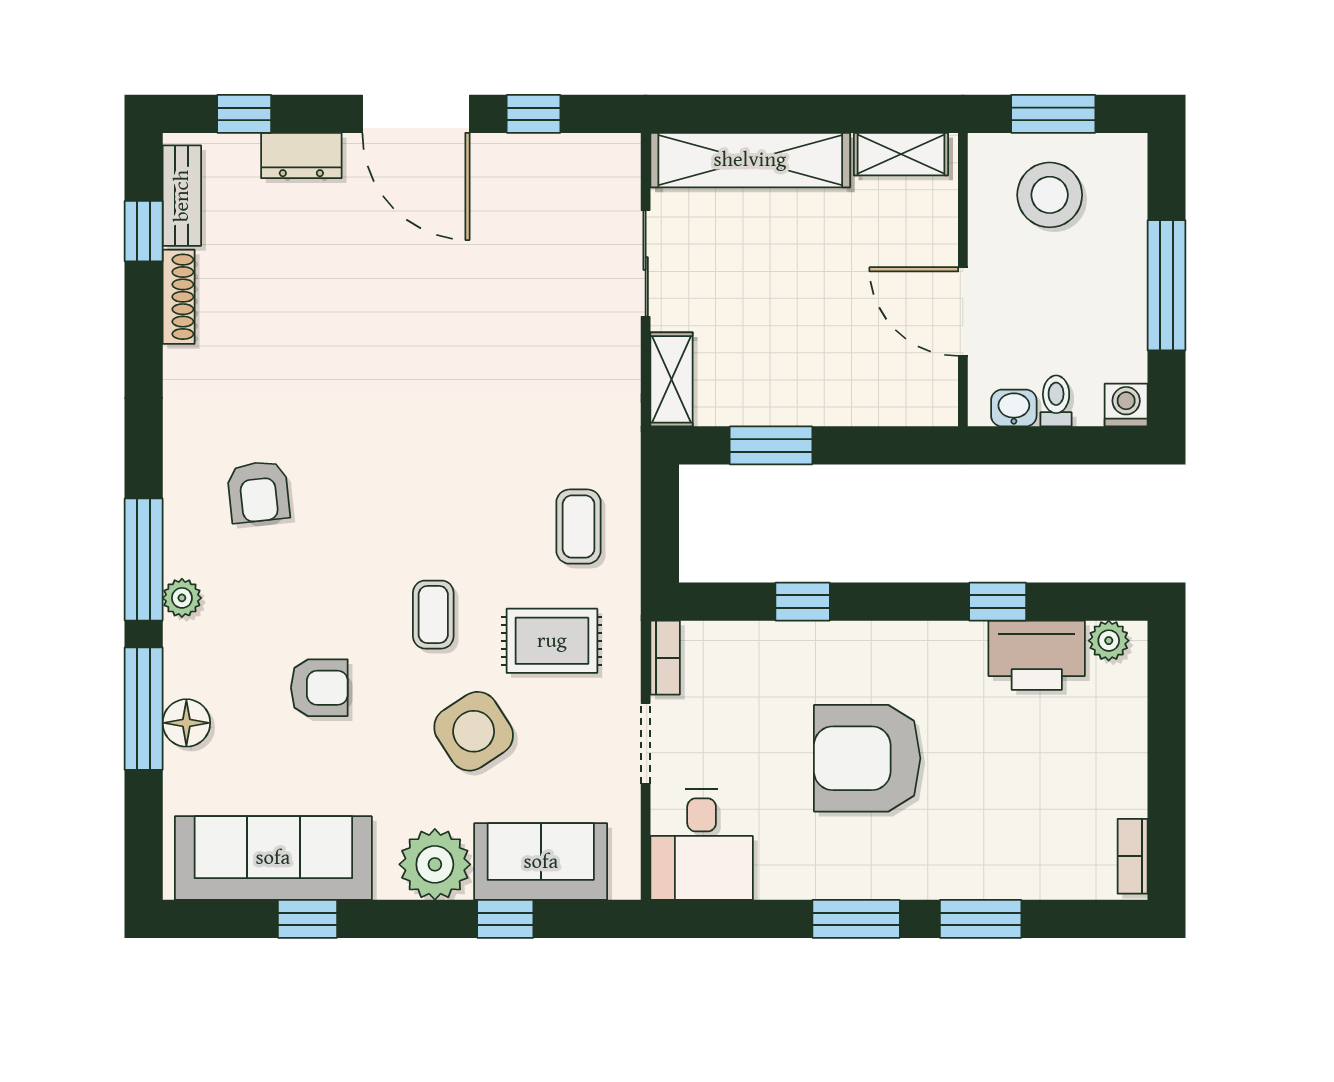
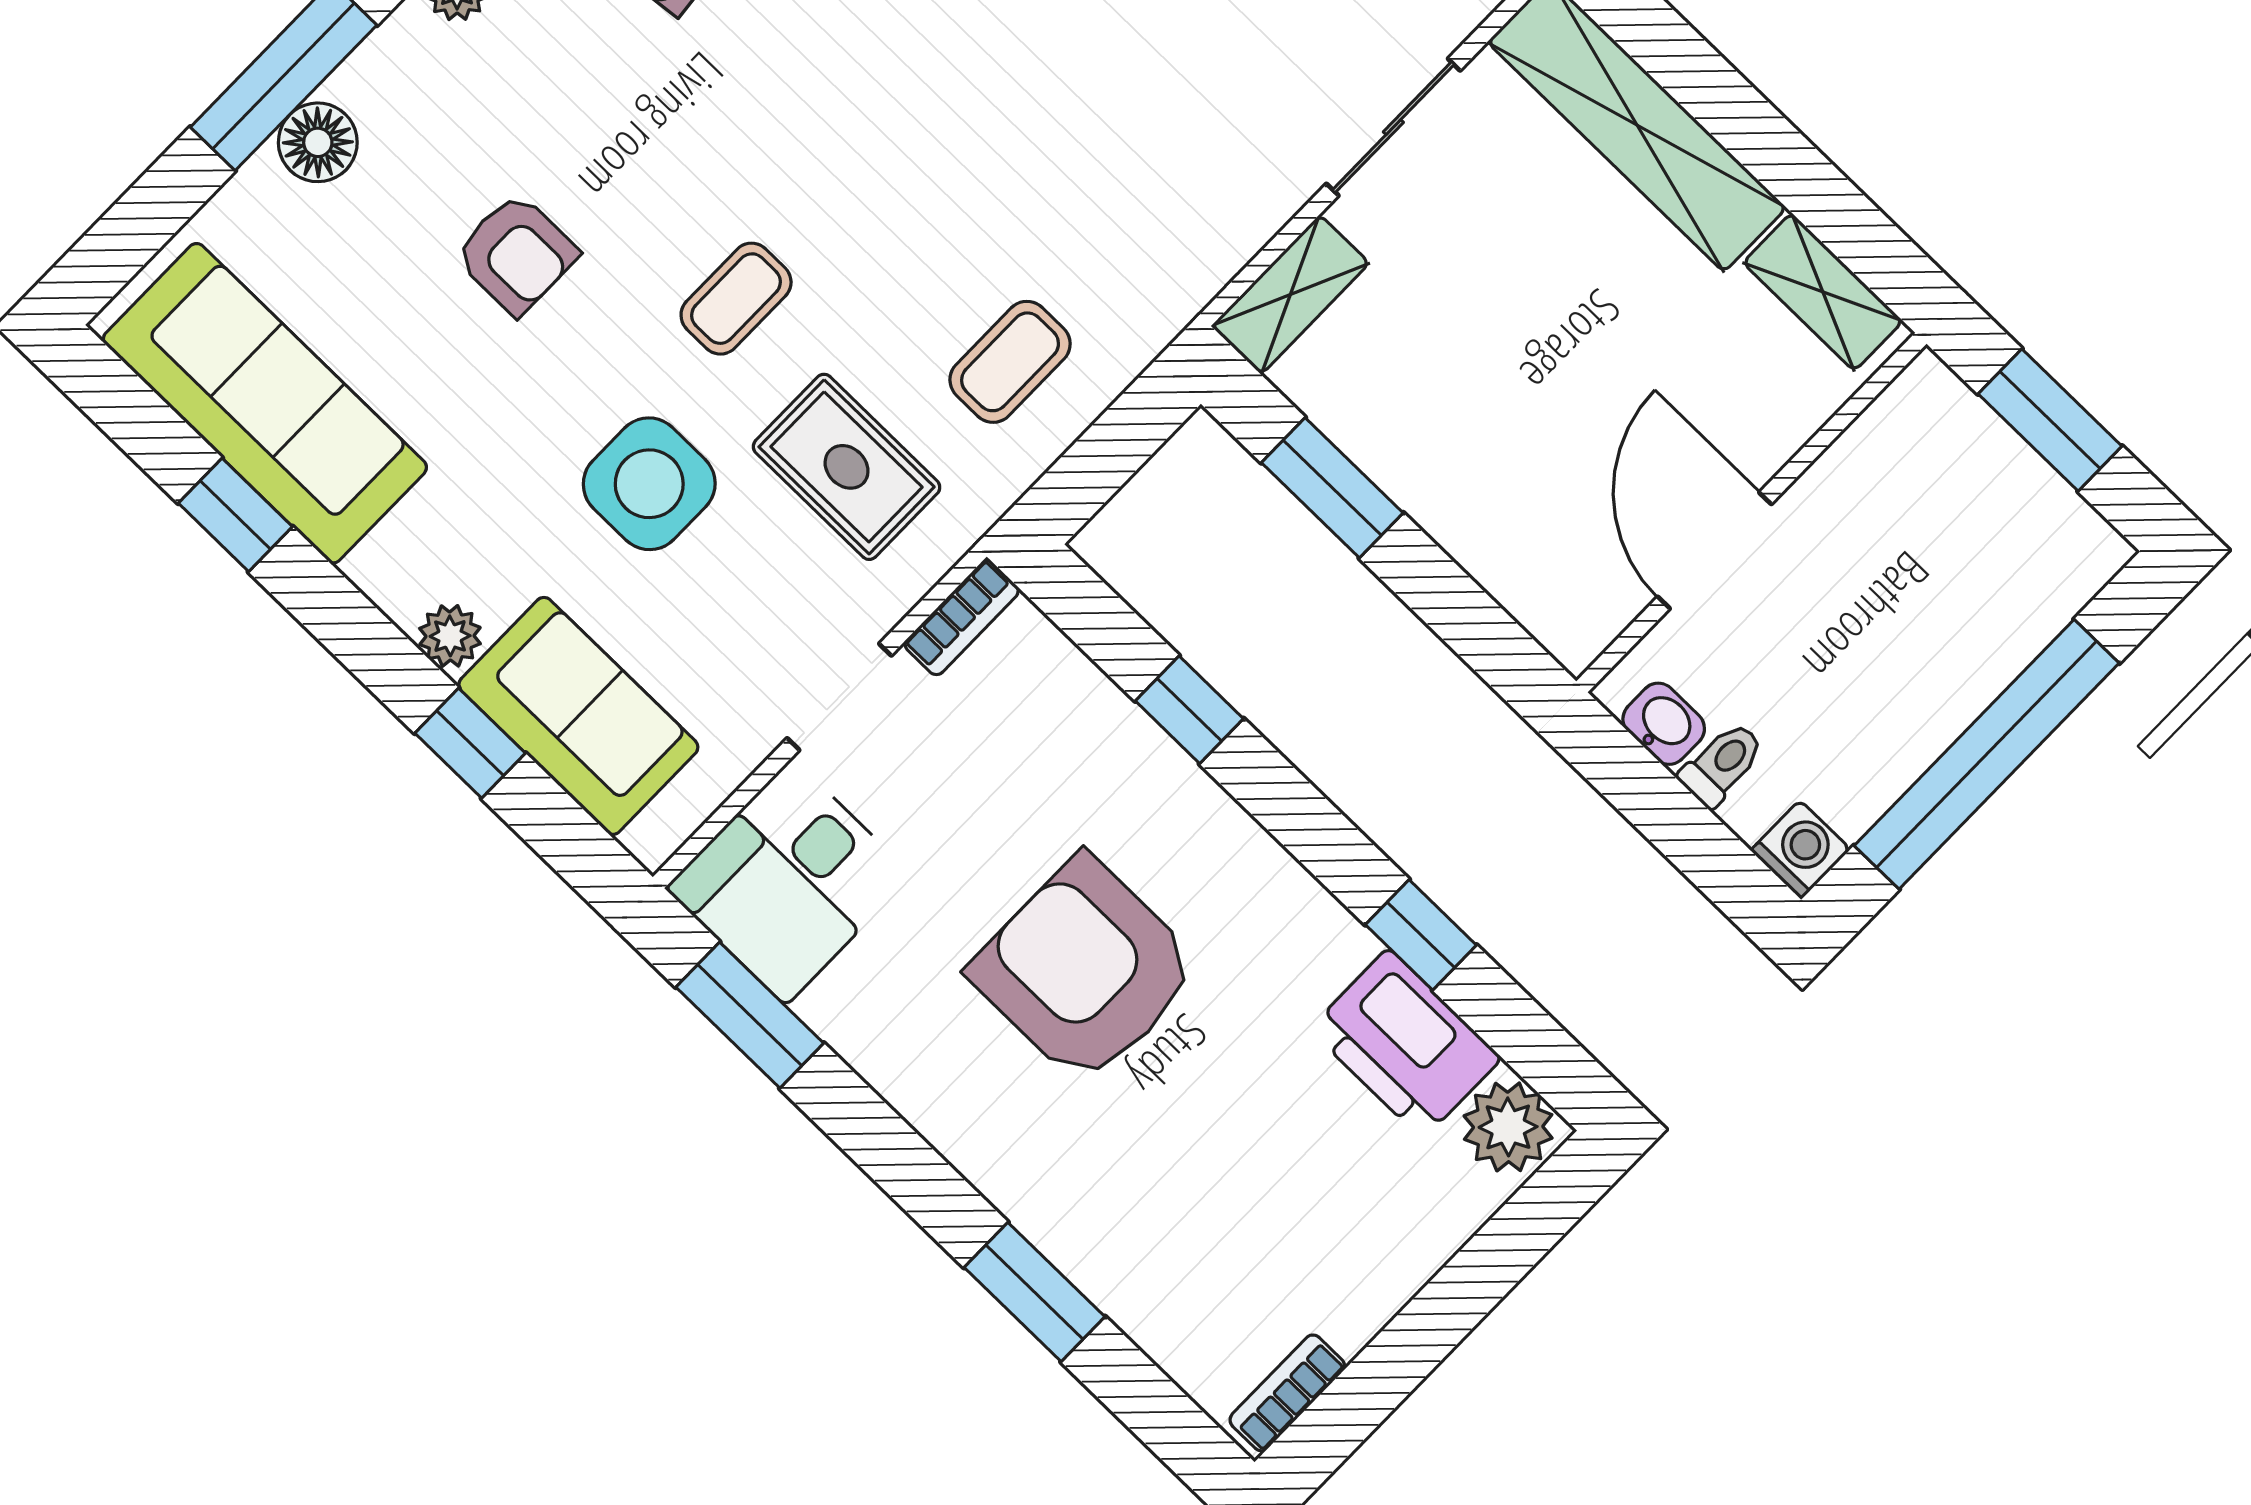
stool: (1050, 195) -> (1952, 512), removed
window: (1167, 285) -> (1987, 754), width x1.46
plant: (1109, 641) -> (1508, 1127), width x1.38, depth x1.38
side table: (474, 731) -> (649, 484), turned 33
plant: (435, 864) -> (450, 636), width x0.53, depth x0.53
window: (856, 919) -> (750, 1015), moved

